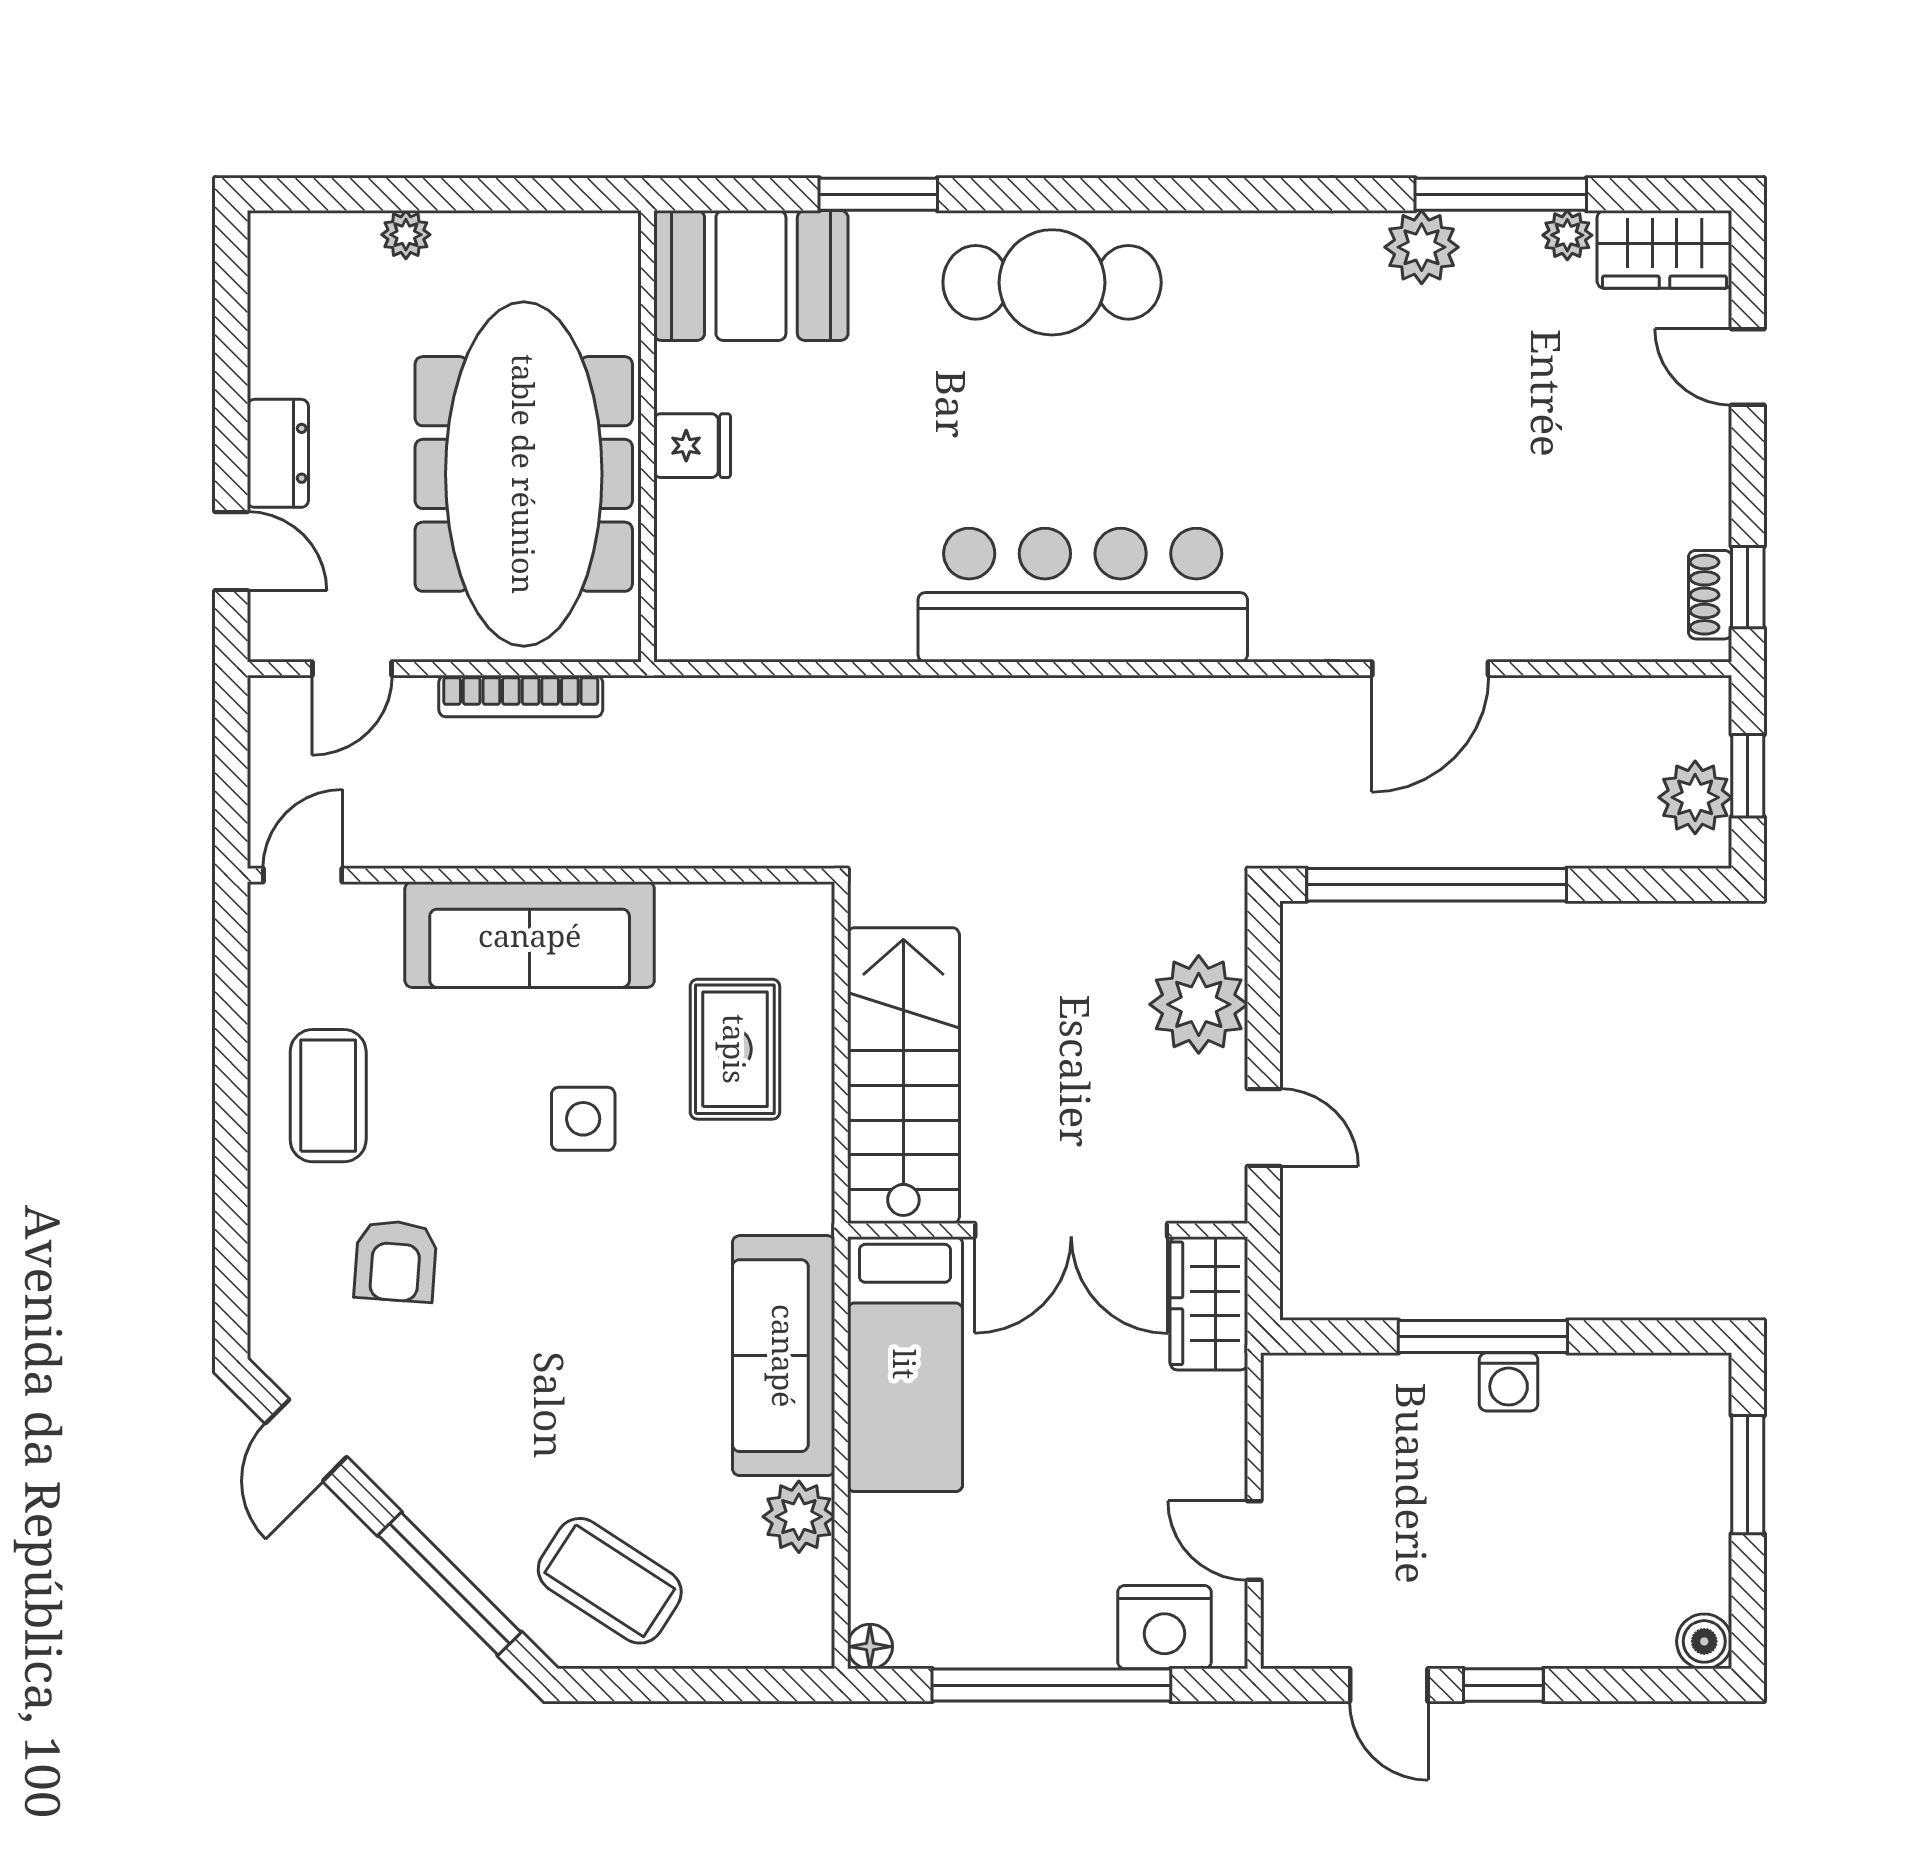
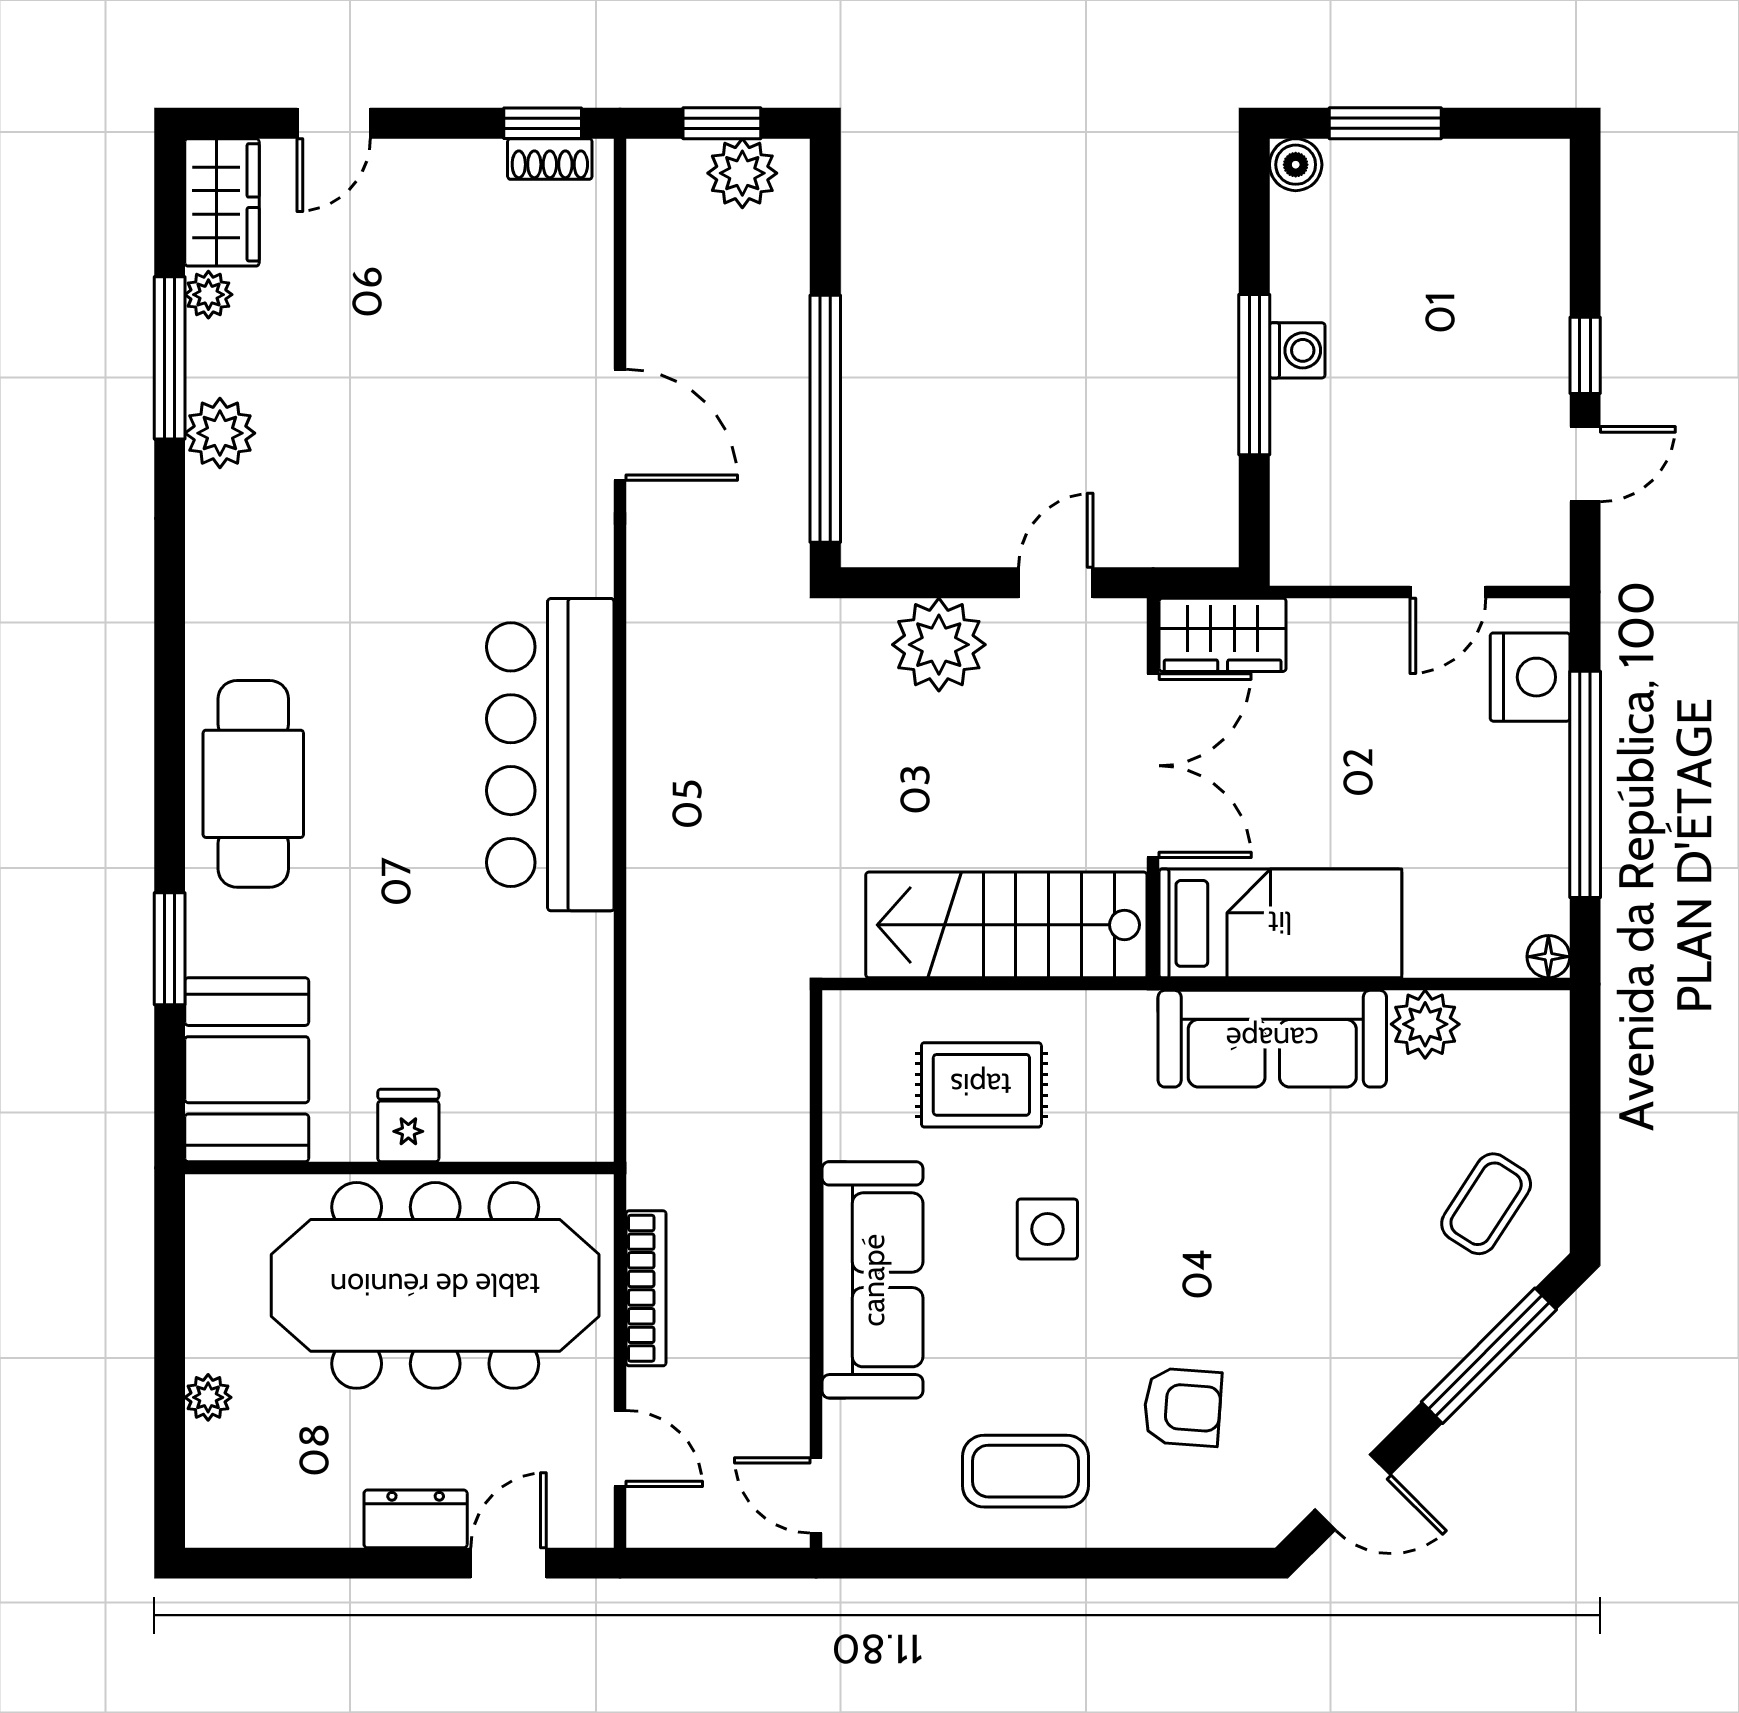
coffee table: (610, 1581) -> (1486, 1204), width x0.73, depth x0.77
boiler: (1704, 1641) -> (1296, 165), moved

